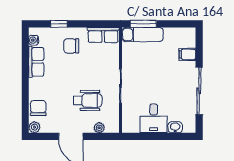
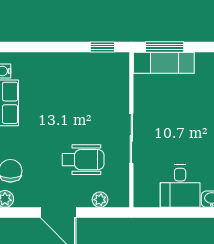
window: (59, 24) -> (102, 47), moved
row of seats: (103, 35) -> (106, 63), removed
chair: (71, 46) -> (59, 79), removed

